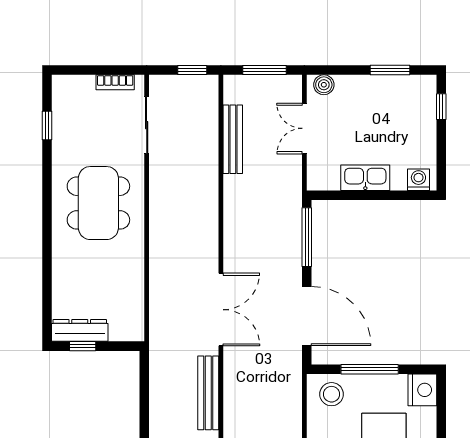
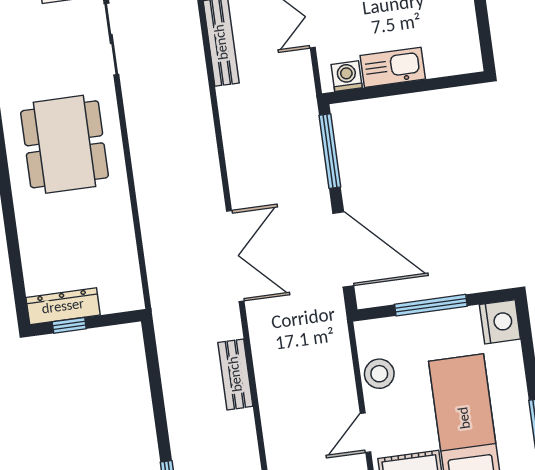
washing machine: (418, 180) -> (347, 76), moved
bench: (208, 393) -> (235, 374), width x0.73
stool: (332, 394) -> (379, 374), moved

